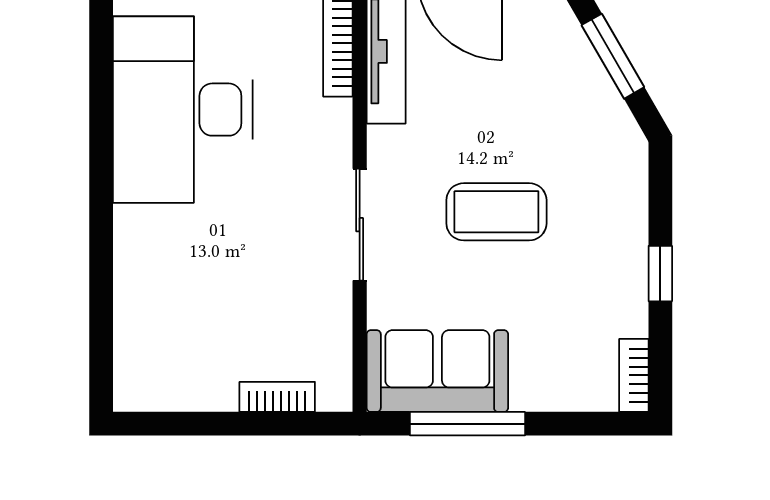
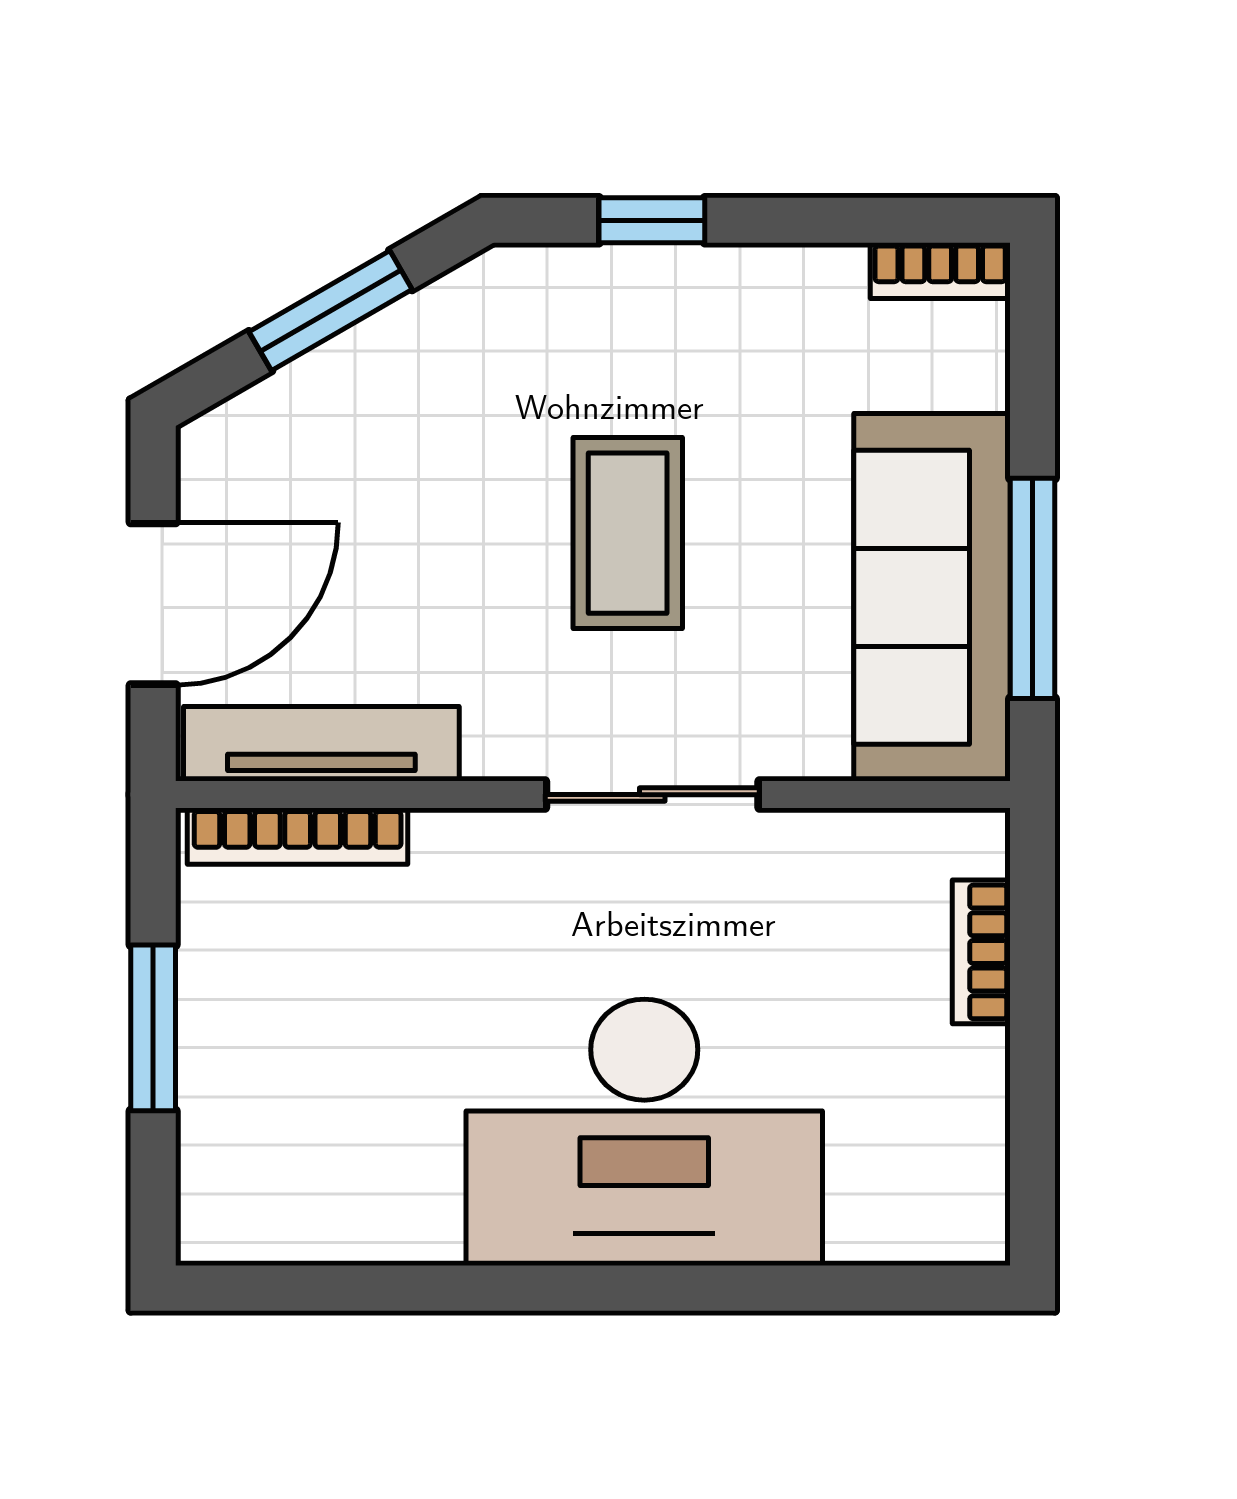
desk: (183, 110) -> (644, 1132), moved
window: (660, 274) -> (652, 220), moved
sofa: (437, 371) -> (932, 597), width x1.36

